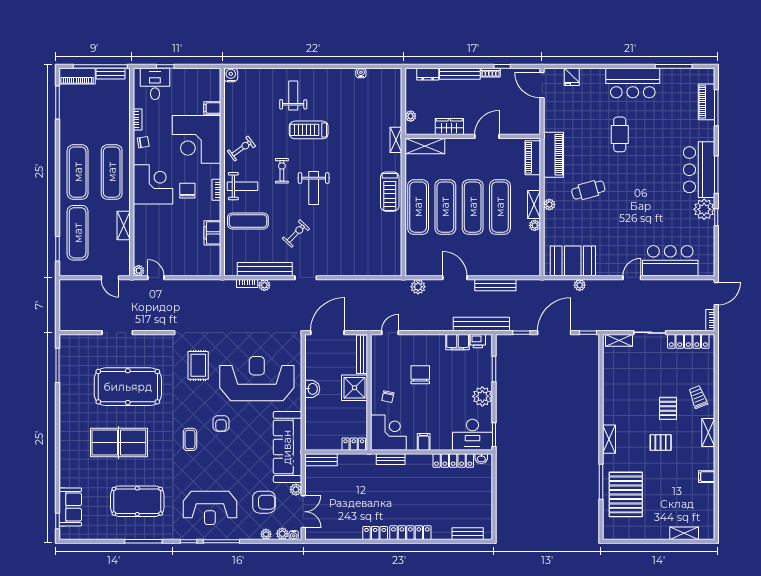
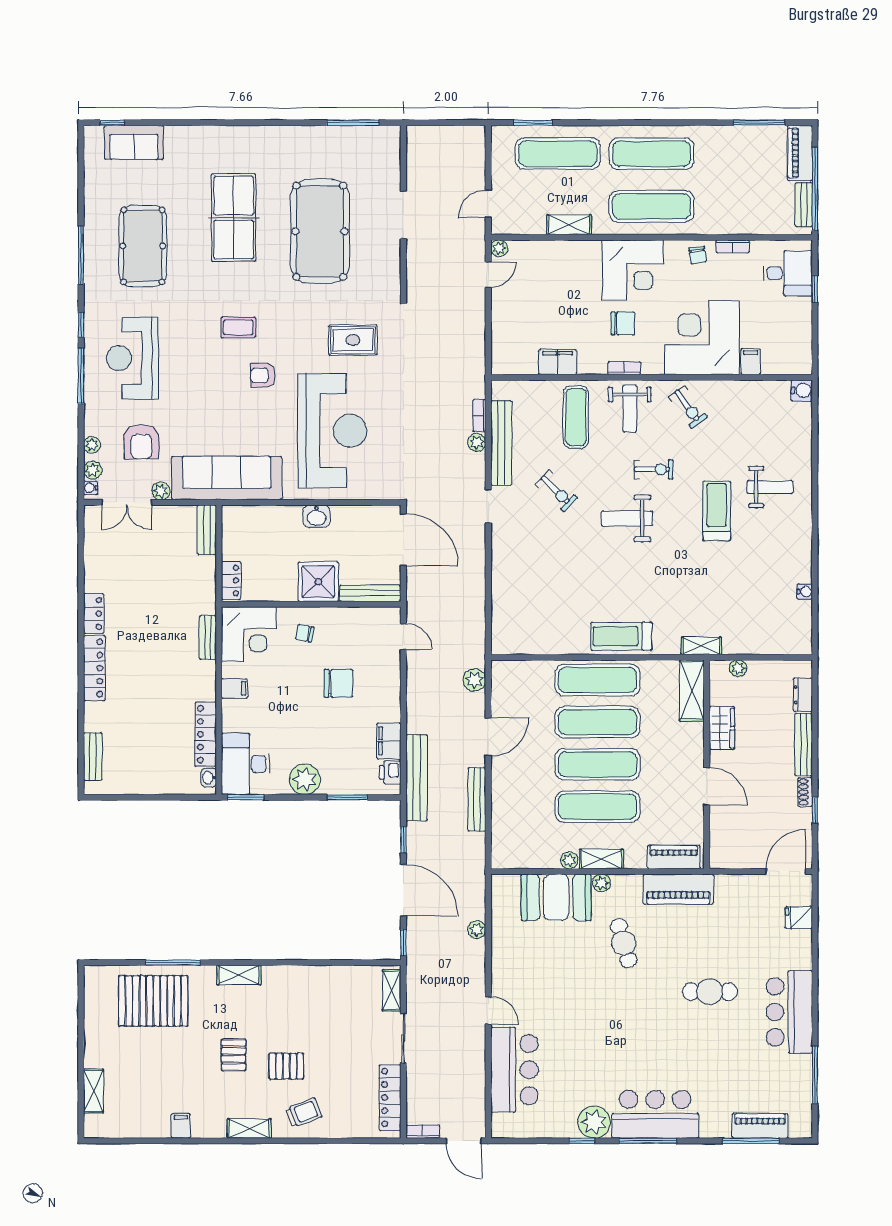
booth: (573, 261) -> (556, 897), moved, turned 90

